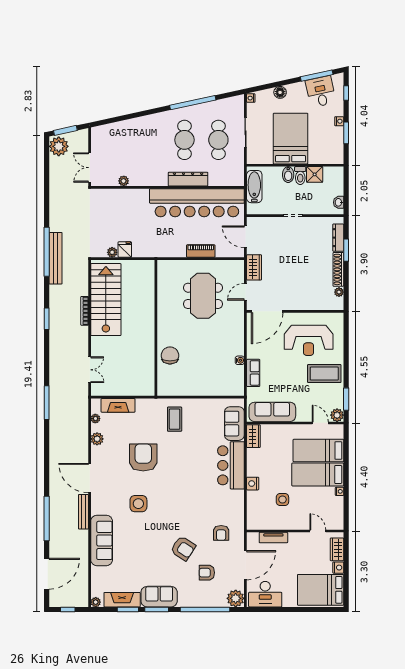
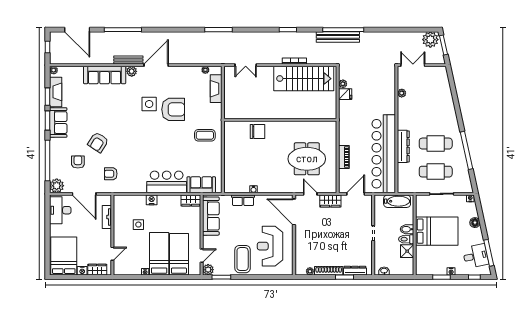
plant: (97, 439) -> (132, 71), moved
side table: (138, 504) -> (149, 104), moved

